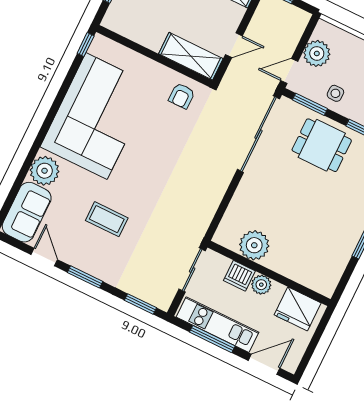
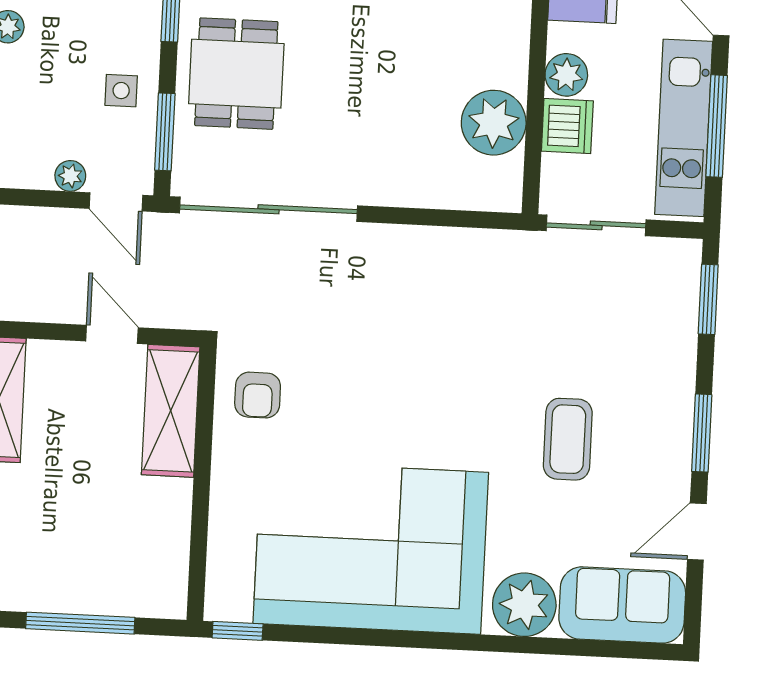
plant: (317, 53) -> (70, 176), width x0.53, depth x0.53
armchair: (182, 96) -> (258, 395), turned 90

